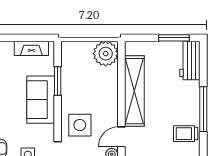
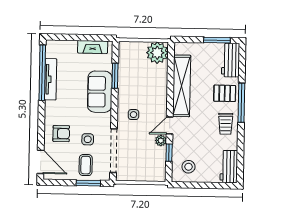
pallet: (184, 99) -> (225, 93), added
side table: (80, 125) -> (133, 115), width x0.54, depth x0.54
trolley: (186, 134) -> (226, 124), turned -90

